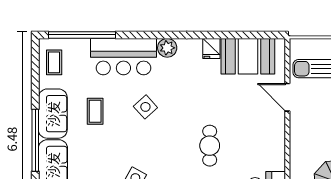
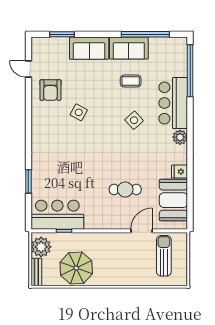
coffee table: (54, 62) -> (169, 49), removed
window: (35, 140) -> (145, 34), moved
cafe table: (210, 146) -> (125, 189), moved

